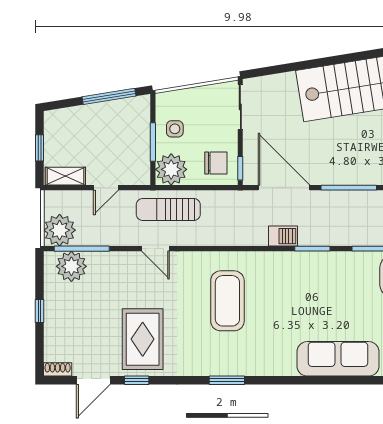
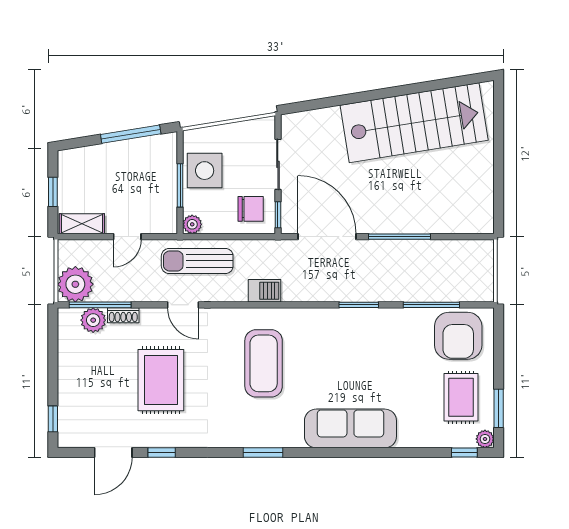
sliding door: (240, 107) -> (278, 164), moved
side table: (175, 129) -> (205, 171), width x1.87, depth x1.87
plant: (171, 169) -> (192, 224), width x0.53, depth x0.53
barbecue: (283, 236) -> (264, 291), moved
plant: (71, 266) -> (93, 320), width x0.73, depth x0.73
window: (39, 311) -> (53, 419), moved
rug: (143, 339) -> (161, 380), moved
sofa: (338, 359) -> (350, 428), moved
shoe rack: (58, 369) -> (123, 315), moved, turned 180

